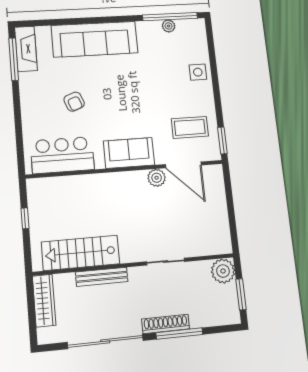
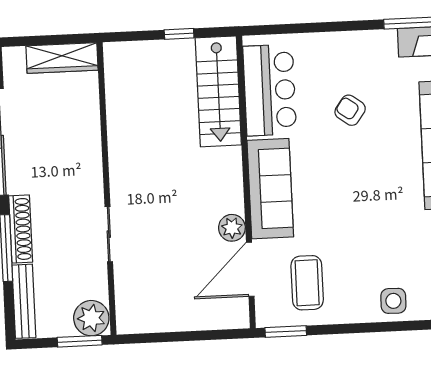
armchair: (74, 102) -> (350, 110), turned 57
sofa: (129, 153) -> (270, 189), width x1.36
stairs: (81, 253) -> (218, 91), moved, turned 180
bench: (102, 277) -> (24, 301), moved
window: (241, 294) -> (80, 341), moved

